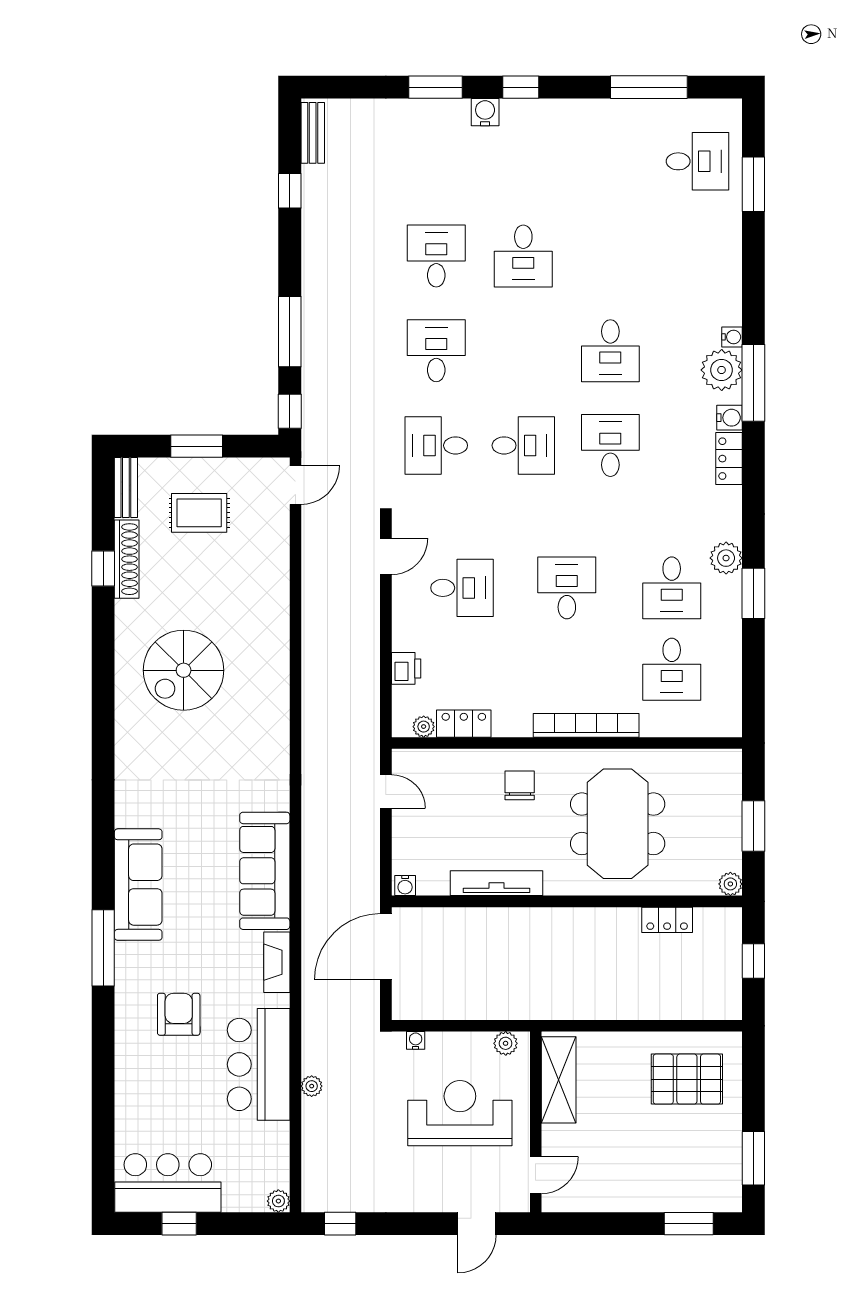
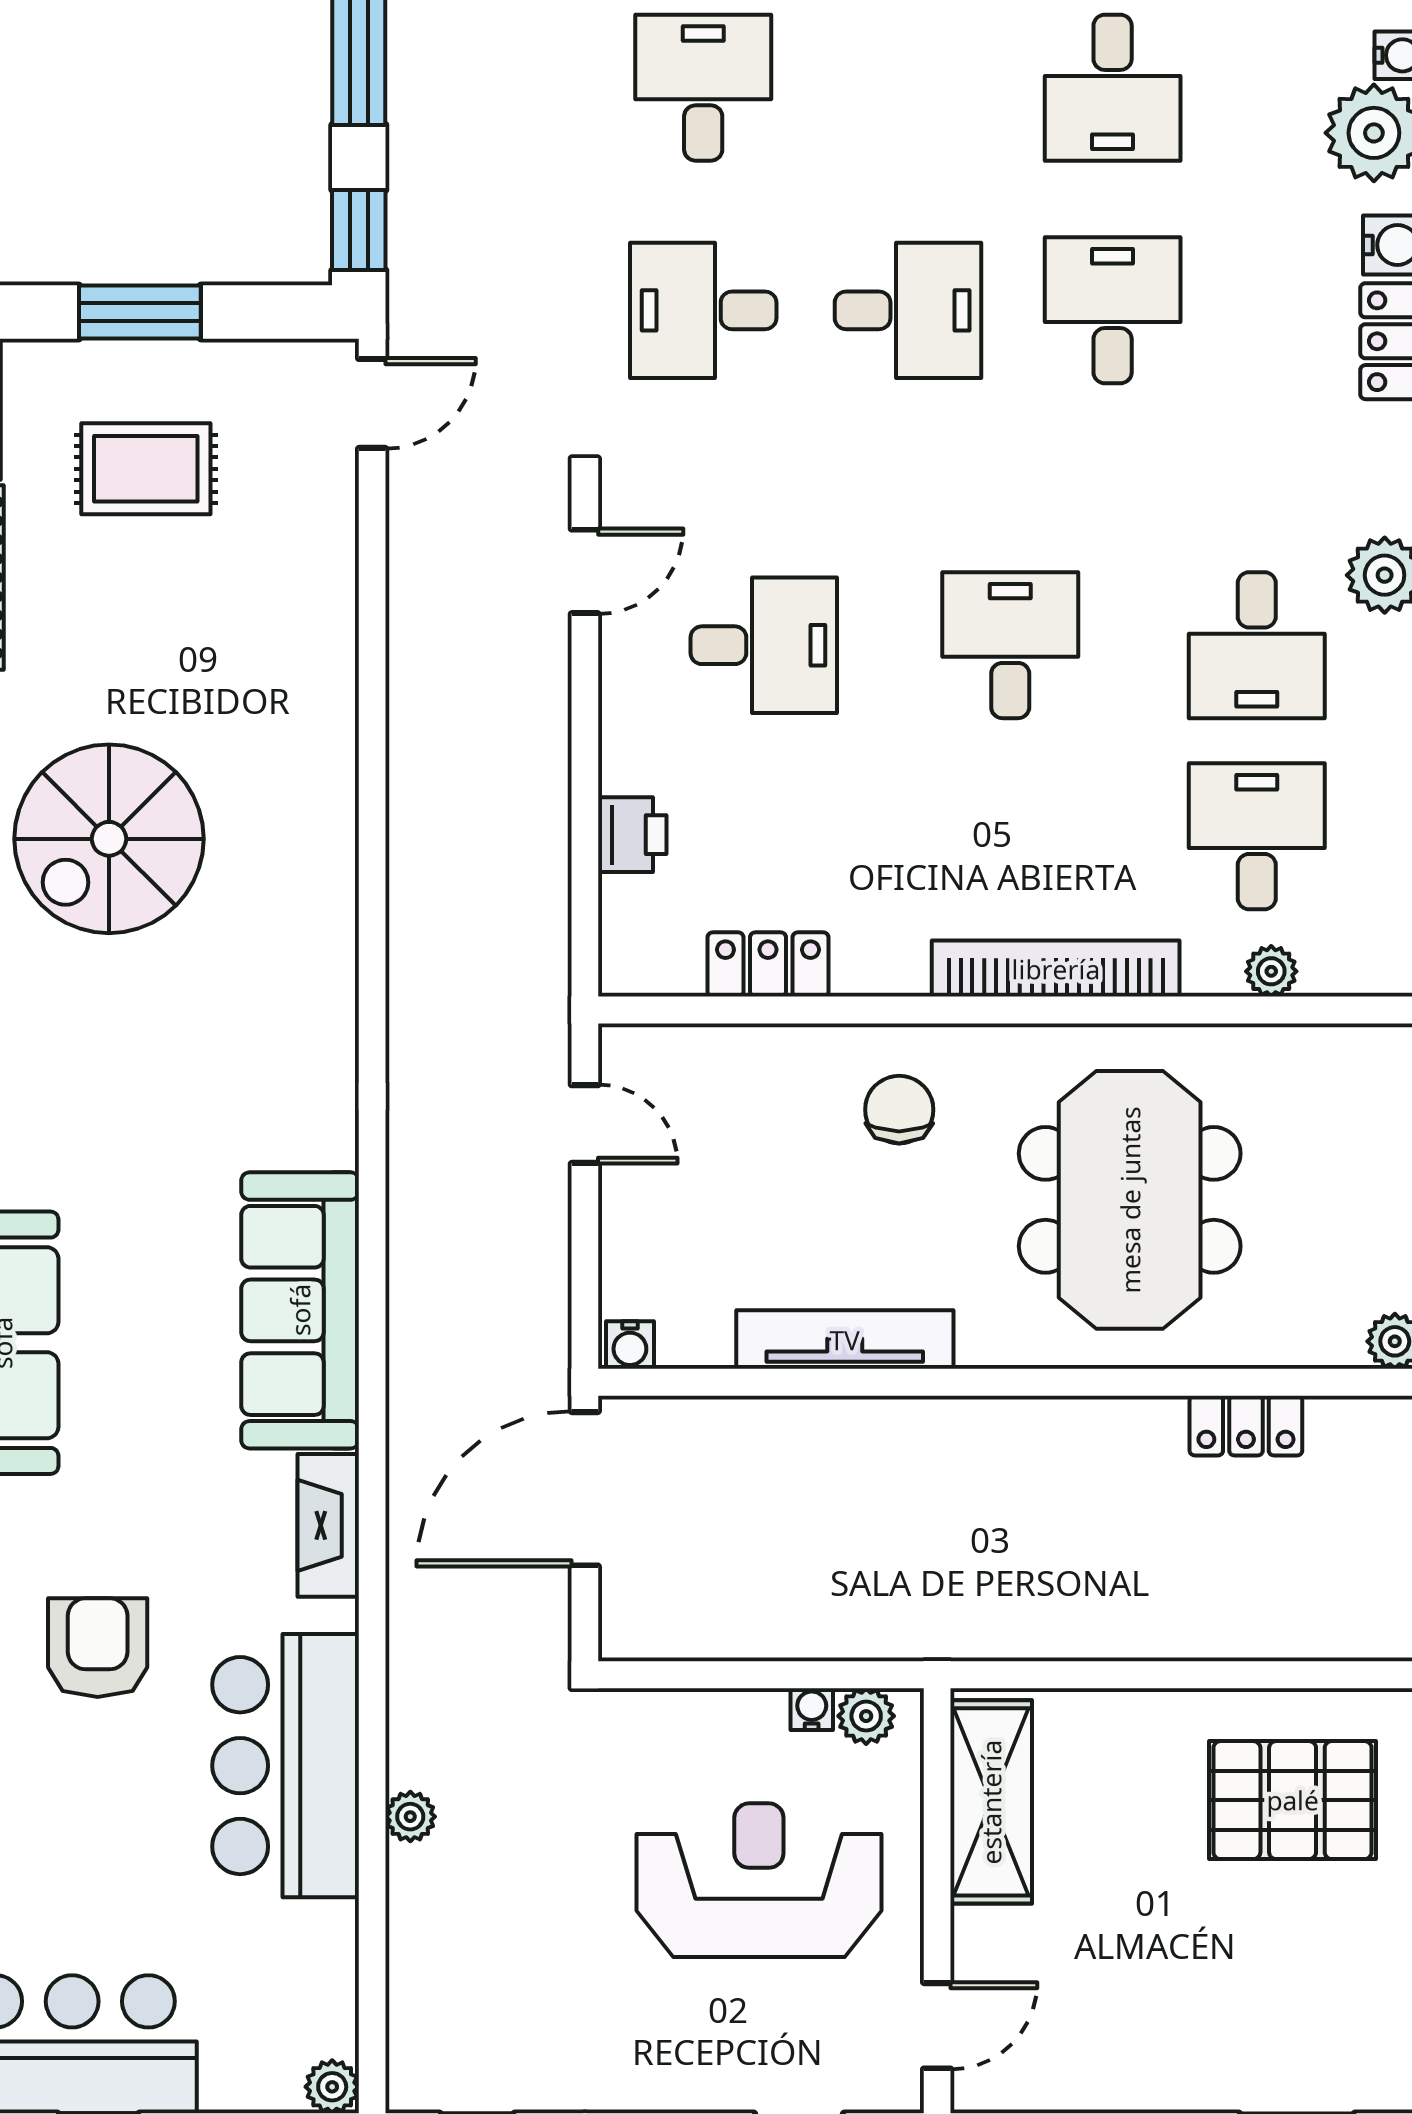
desk: (672, 669) -> (1257, 836), turned 180
plant: (424, 727) -> (1271, 971), moved
water cooler: (416, 1040) -> (812, 1709), moved

